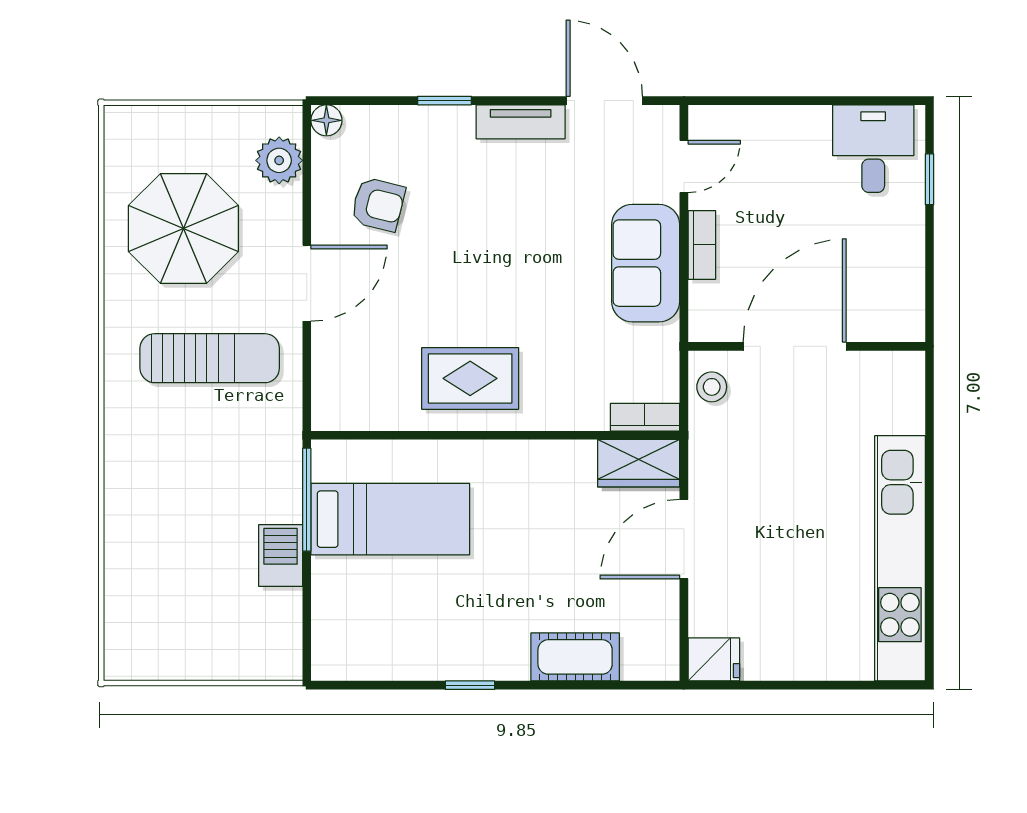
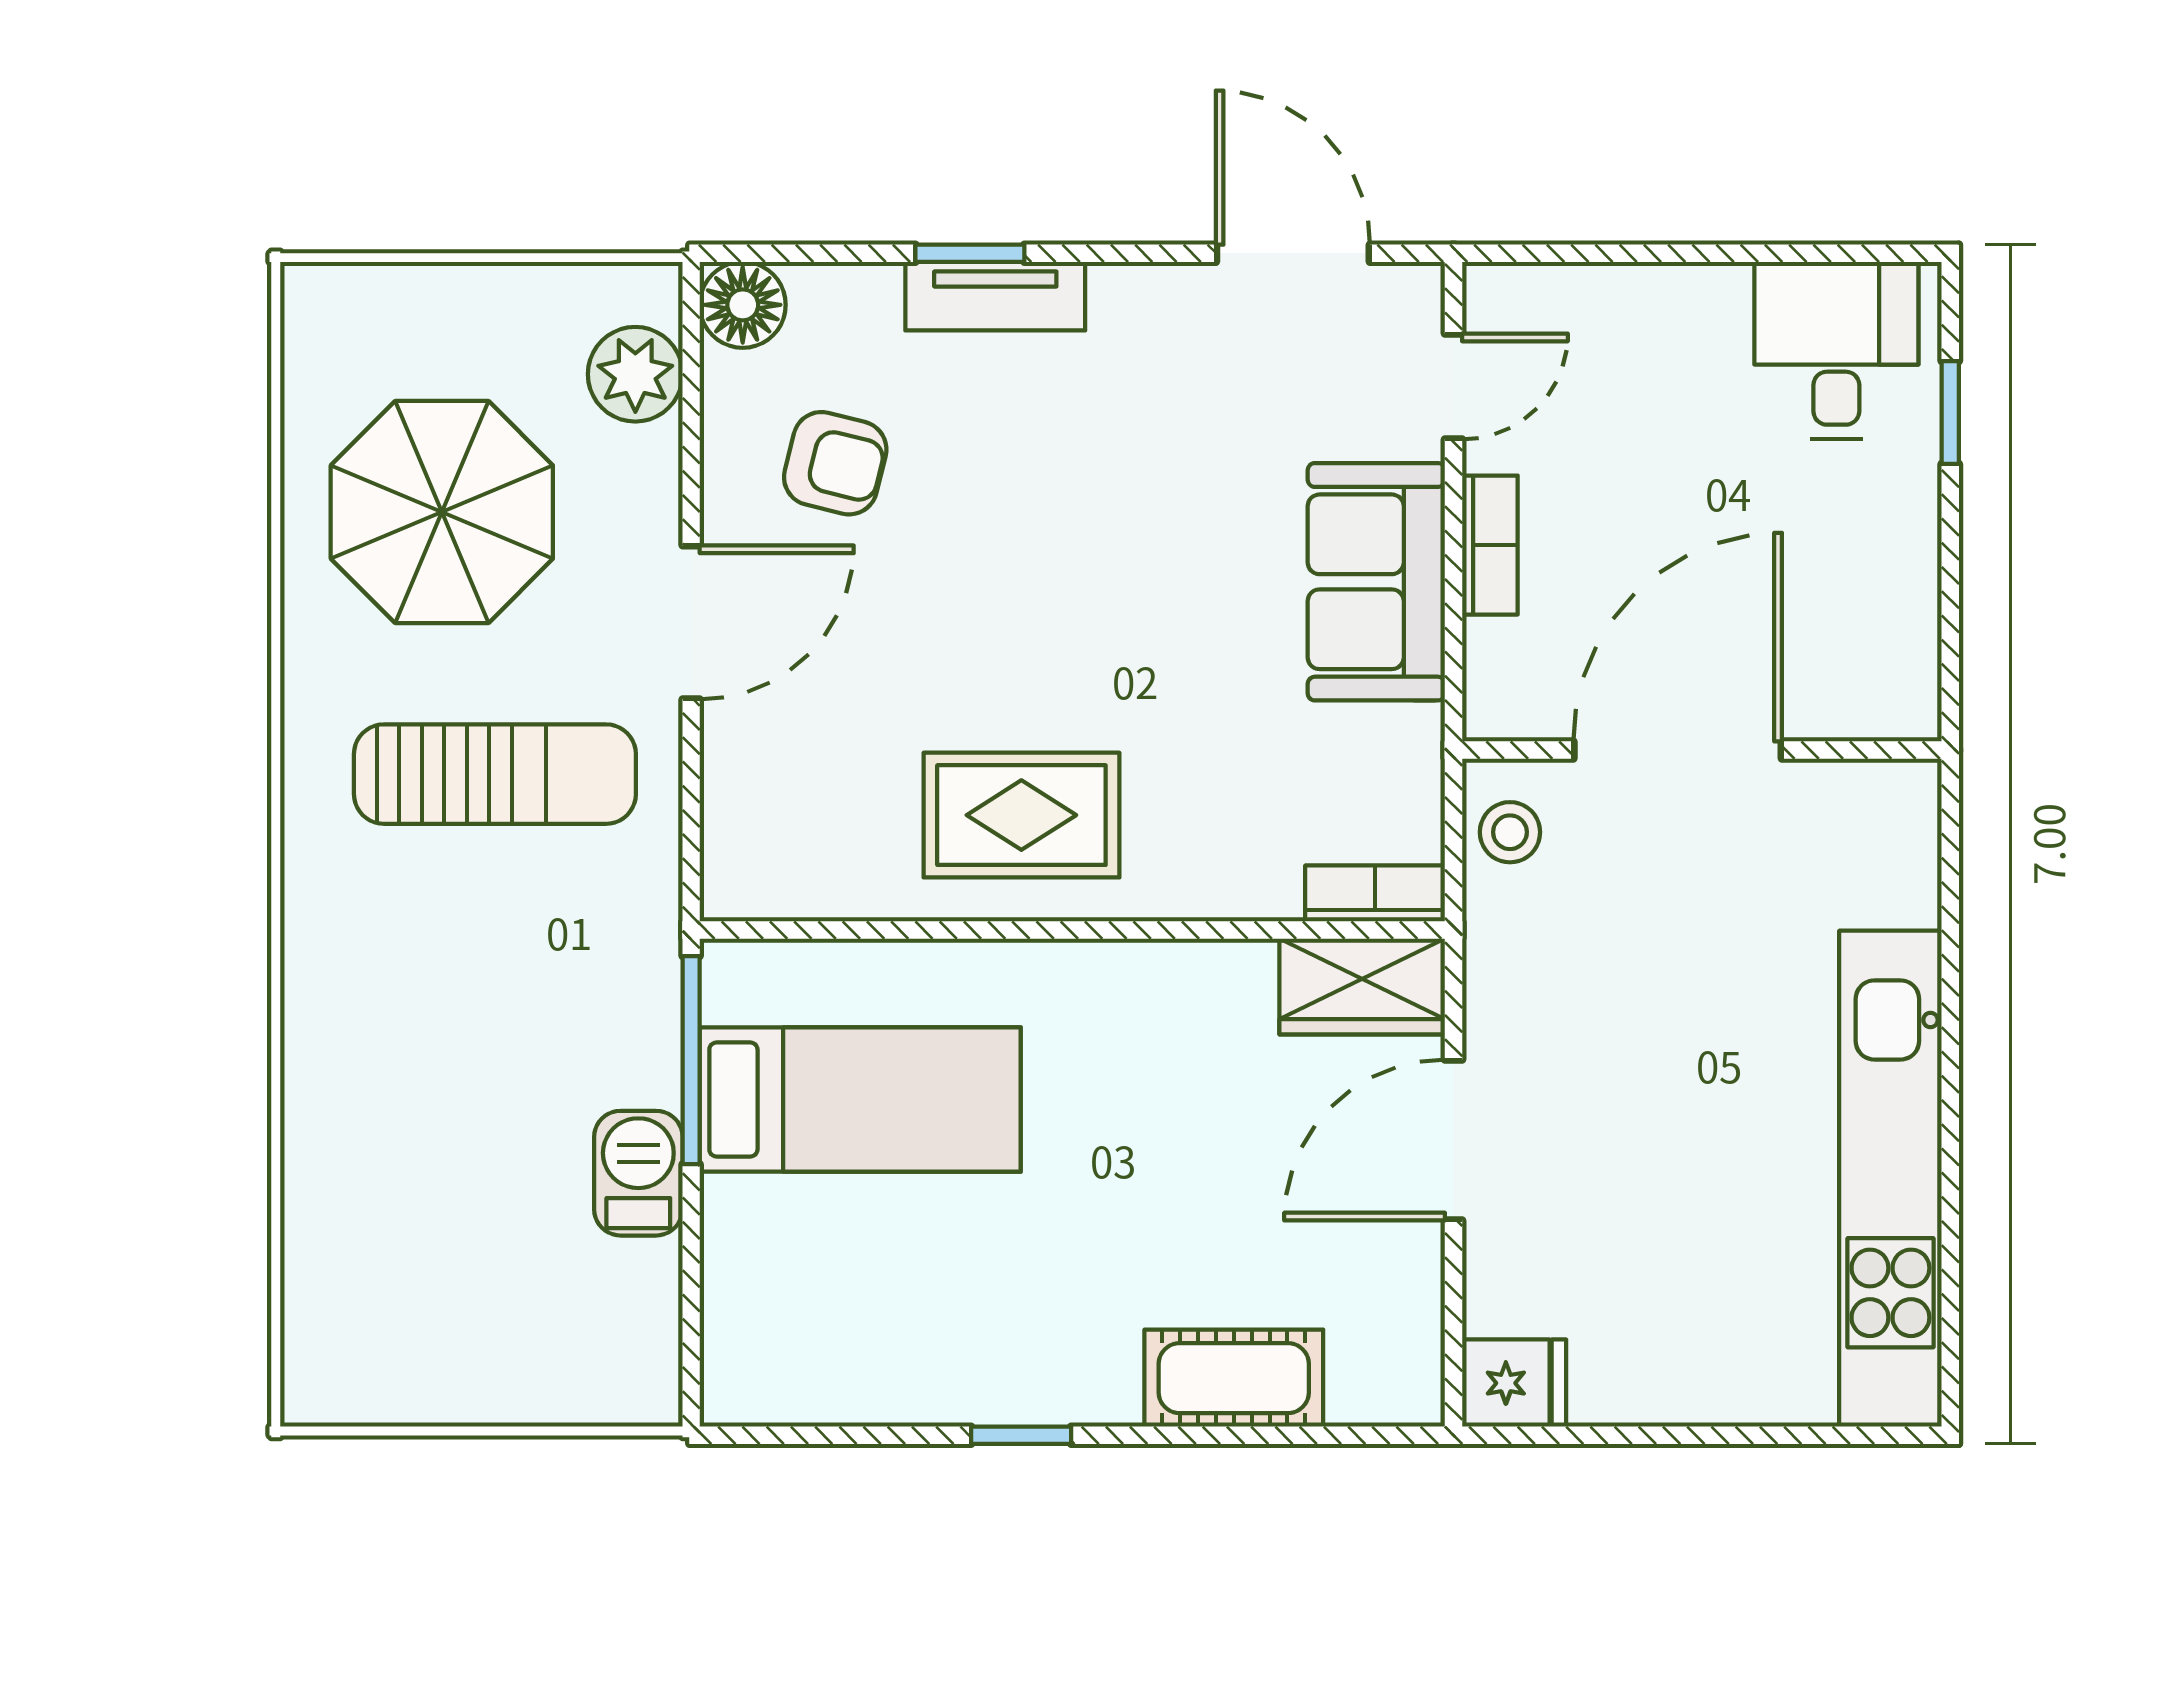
floor lamp: (326, 120) -> (743, 305), width x1.37, depth x1.37
tv unit: (521, 122) -> (995, 296), moved

